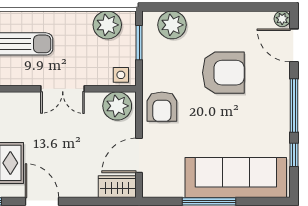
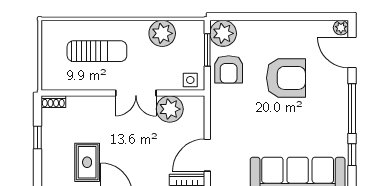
plant: (107, 25) -> (162, 33), moved
plant: (172, 25) -> (223, 33), moved
plant: (117, 106) -> (170, 109), moved
armchair: (162, 107) -> (229, 69), moved

